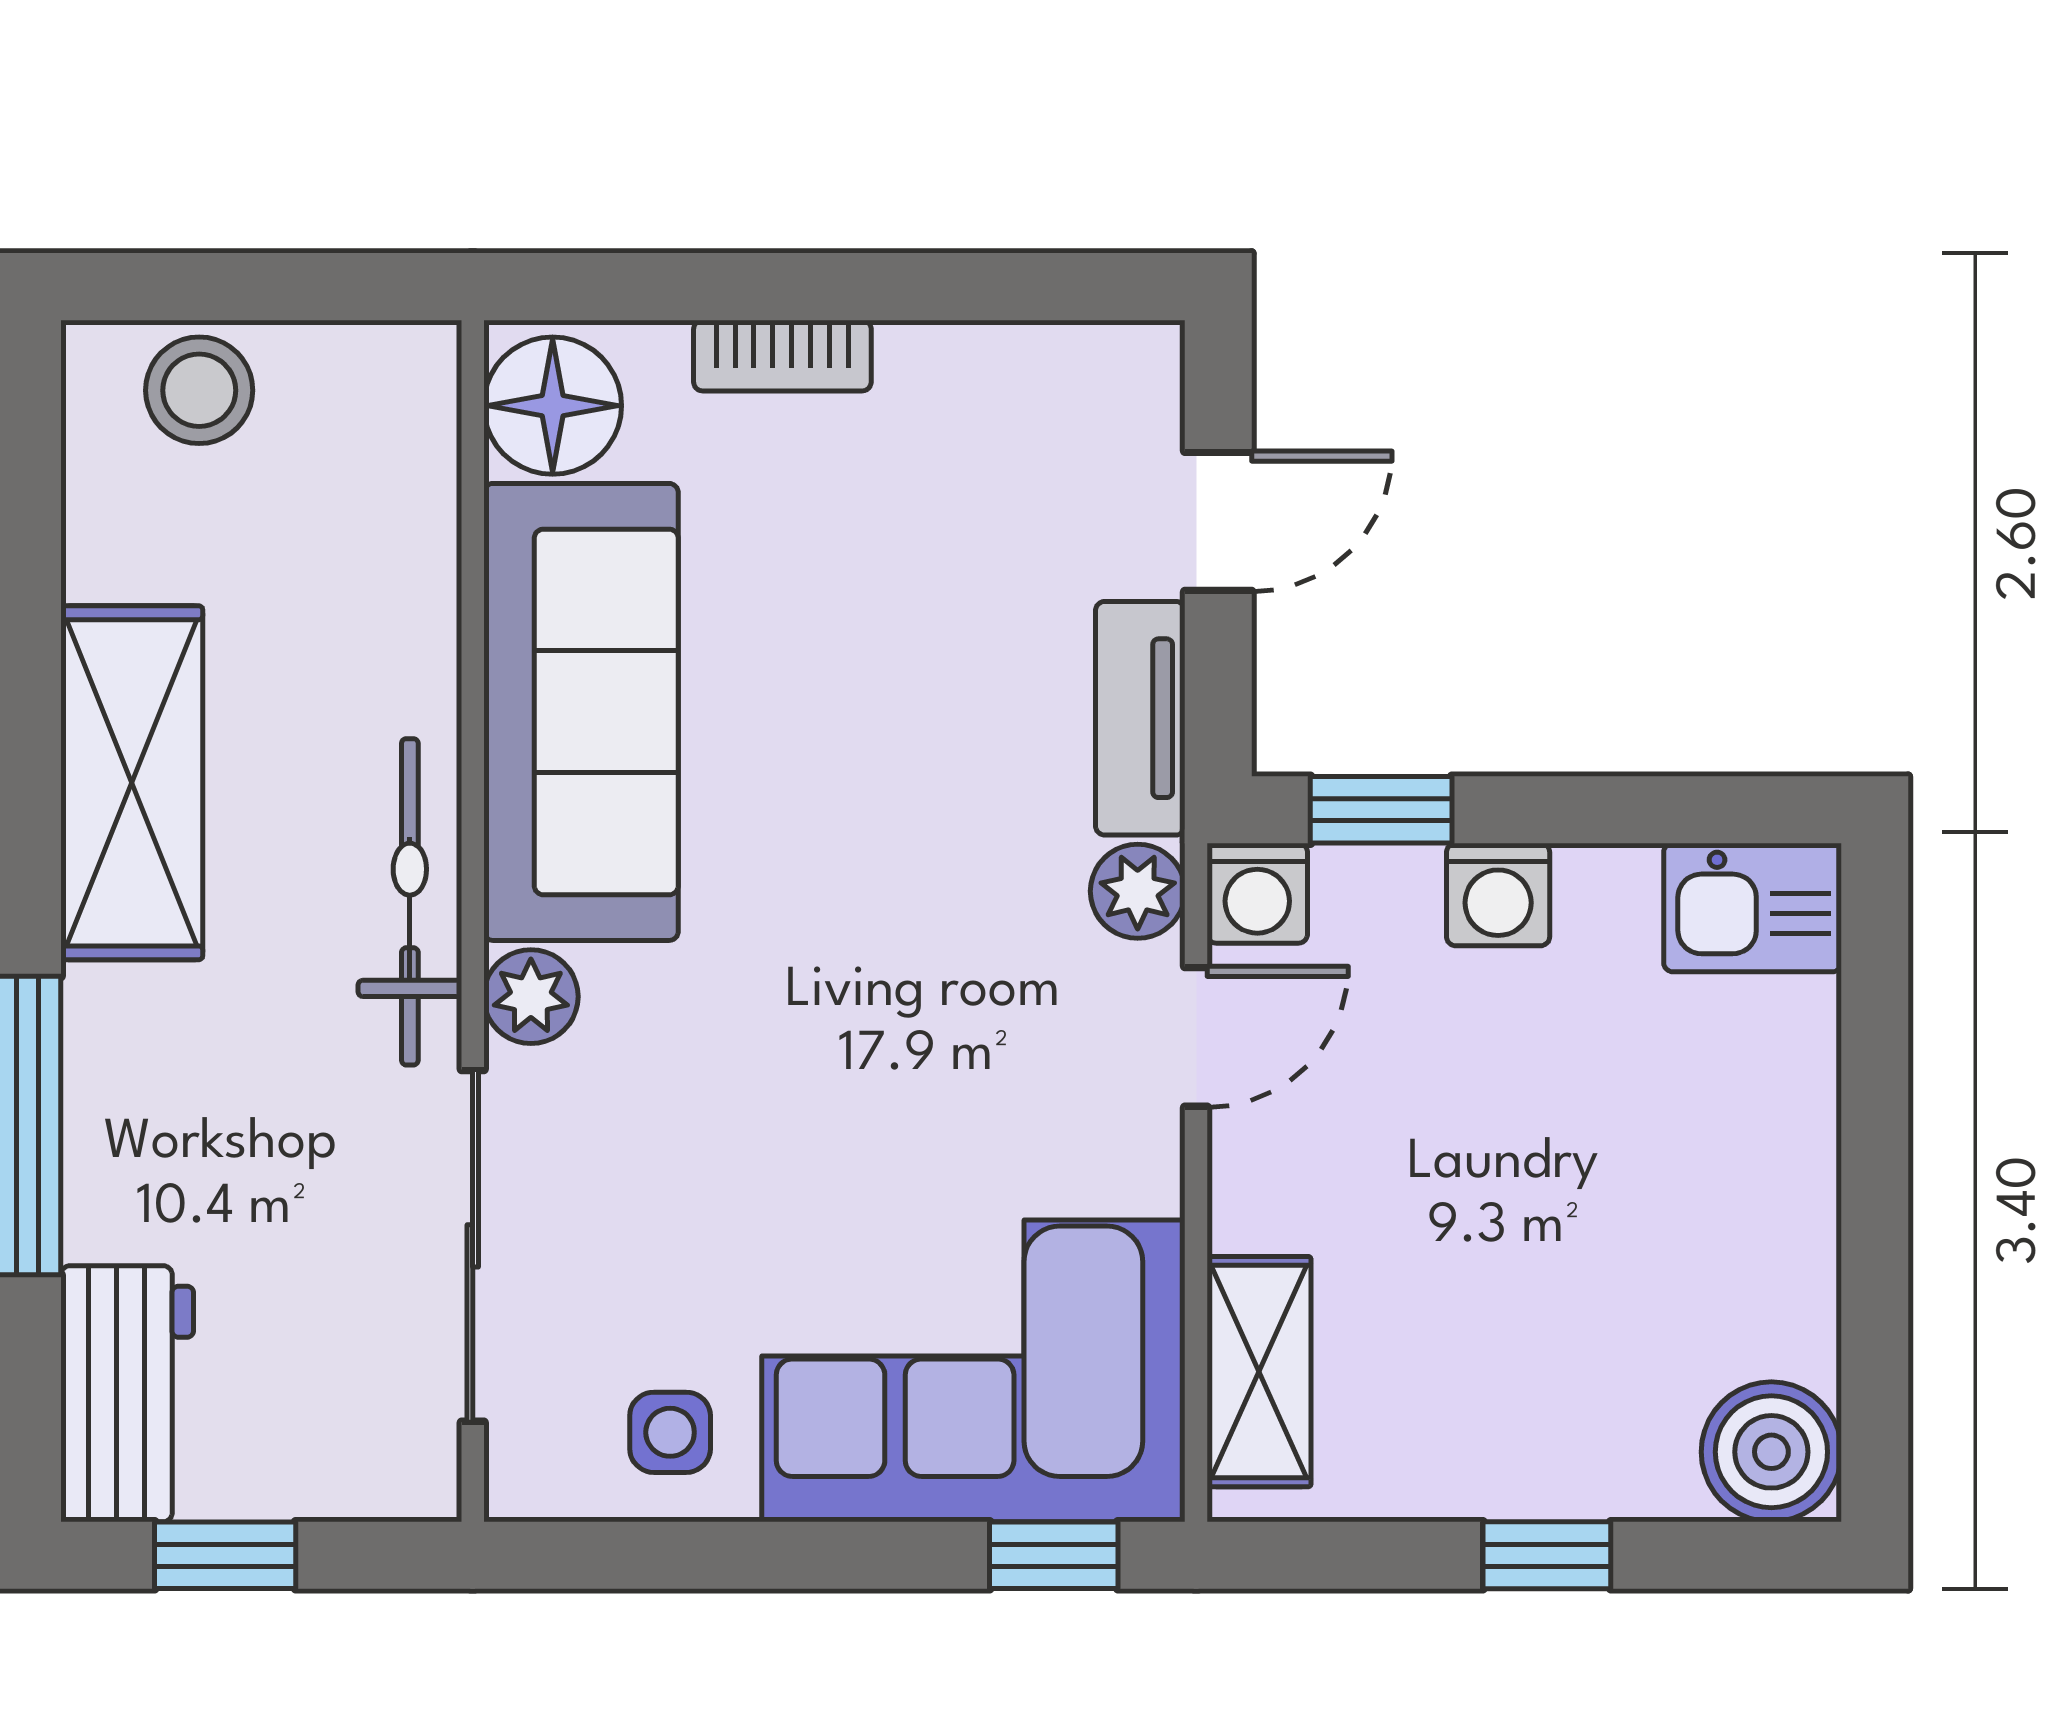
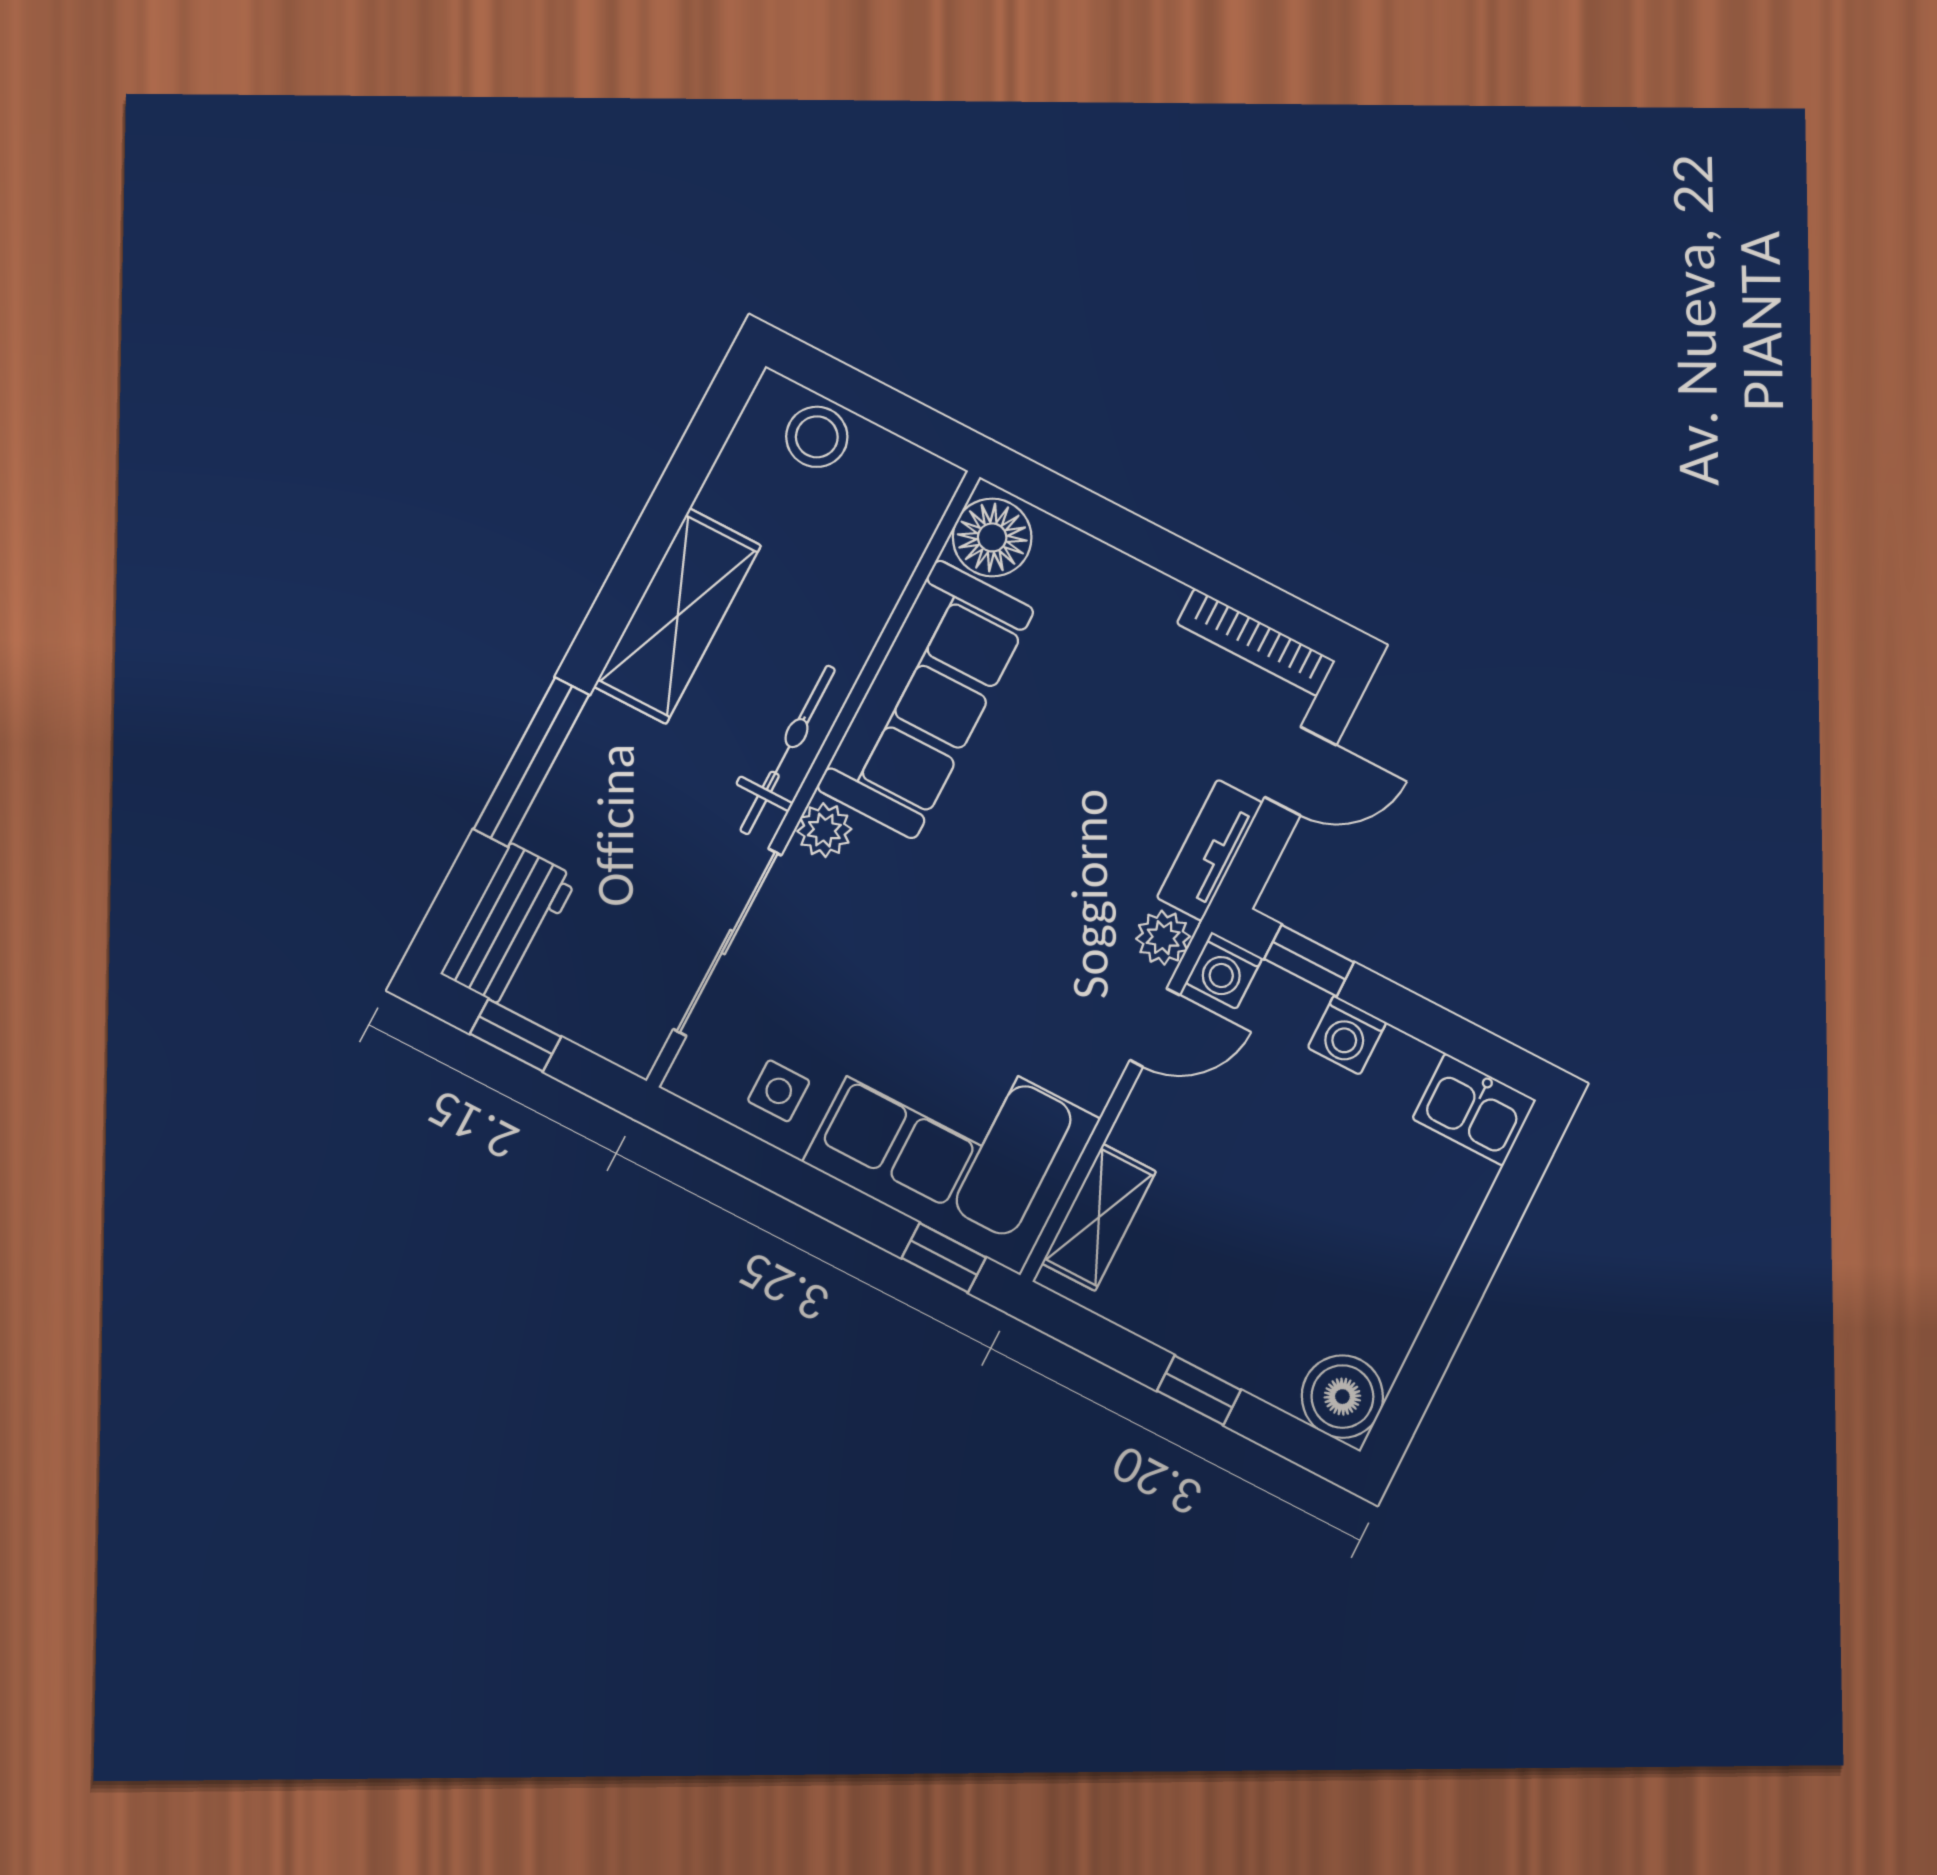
bookcase: (782, 356) -> (1256, 642), moved, width x1.56

